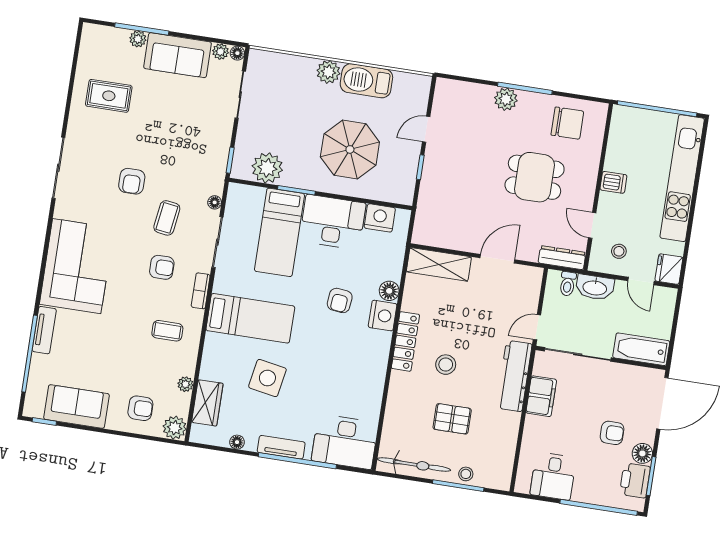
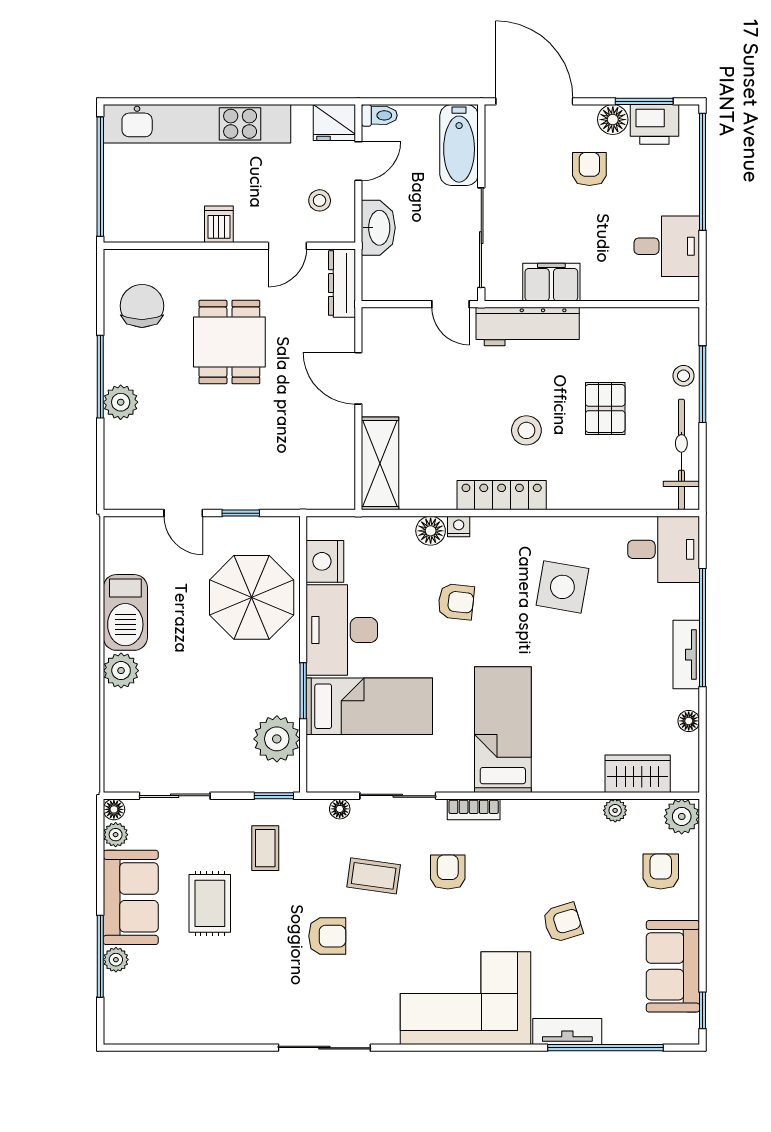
rug: (109, 96) -> (210, 903), moved
parasol: (350, 149) -> (252, 597), moved
toilet: (568, 284) -> (379, 115), moved
nightstand: (383, 316) -> (459, 527), width x0.53, depth x0.56
coffee table: (167, 331) -> (265, 848), moved
armchair: (117, 338) -> (562, 922), added
side table: (267, 378) -> (562, 587), moved
desk: (345, 442) -> (664, 549), width x0.73

